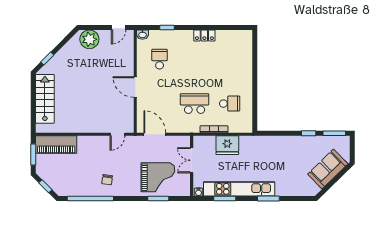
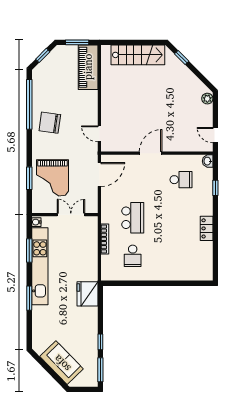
plant: (89, 39) -> (207, 99), width x0.53, depth x0.53
fridge: (227, 145) -> (87, 294), moved
chair: (107, 180) -> (50, 123), width x1.87, depth x1.87

